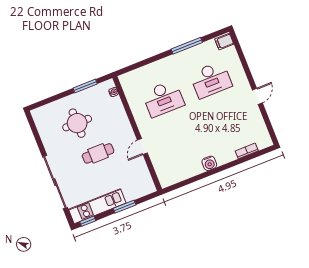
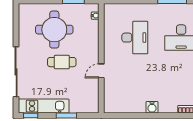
desk: (163, 99) -> (135, 38), turned -90
round table: (77, 123) -> (54, 30), width x1.36, depth x1.36

